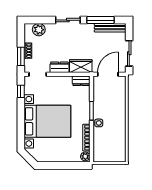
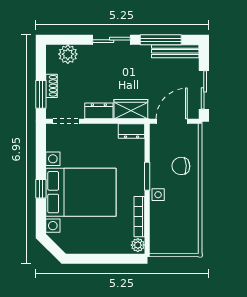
window: (21, 91) -> (41, 189), moved
chair: (114, 104) -> (181, 166), added

